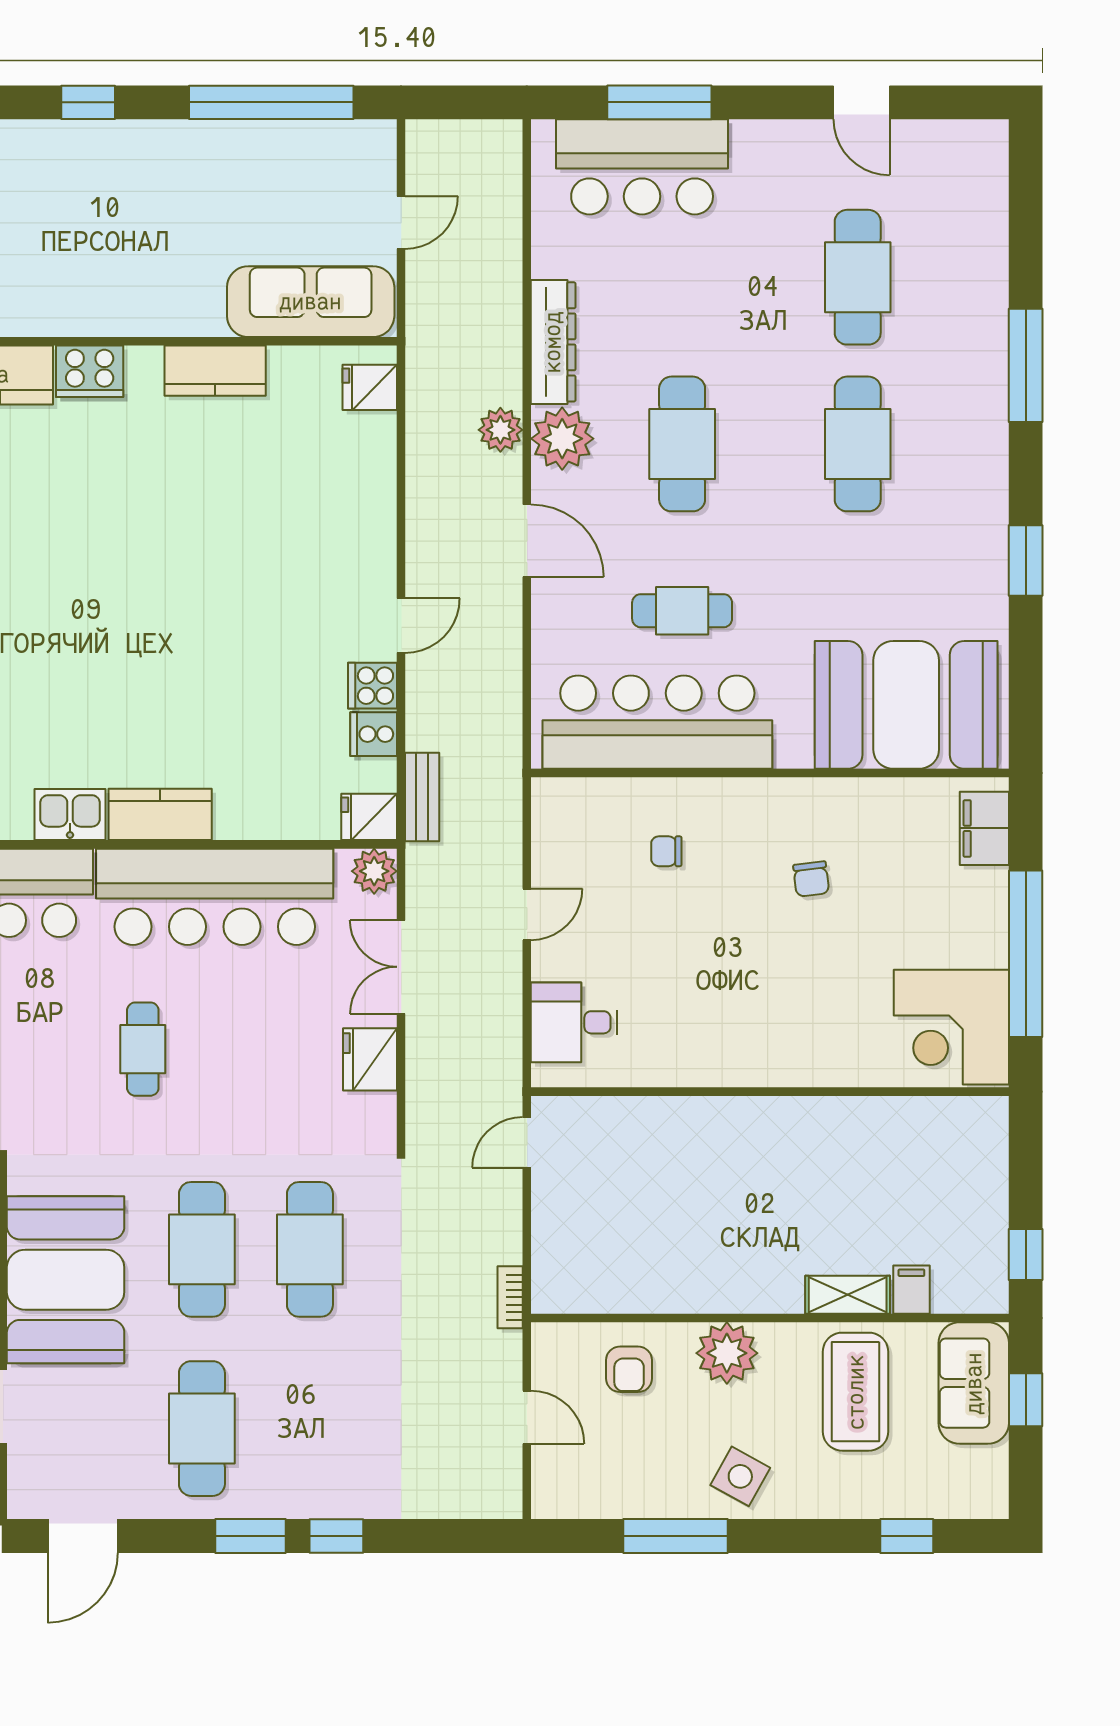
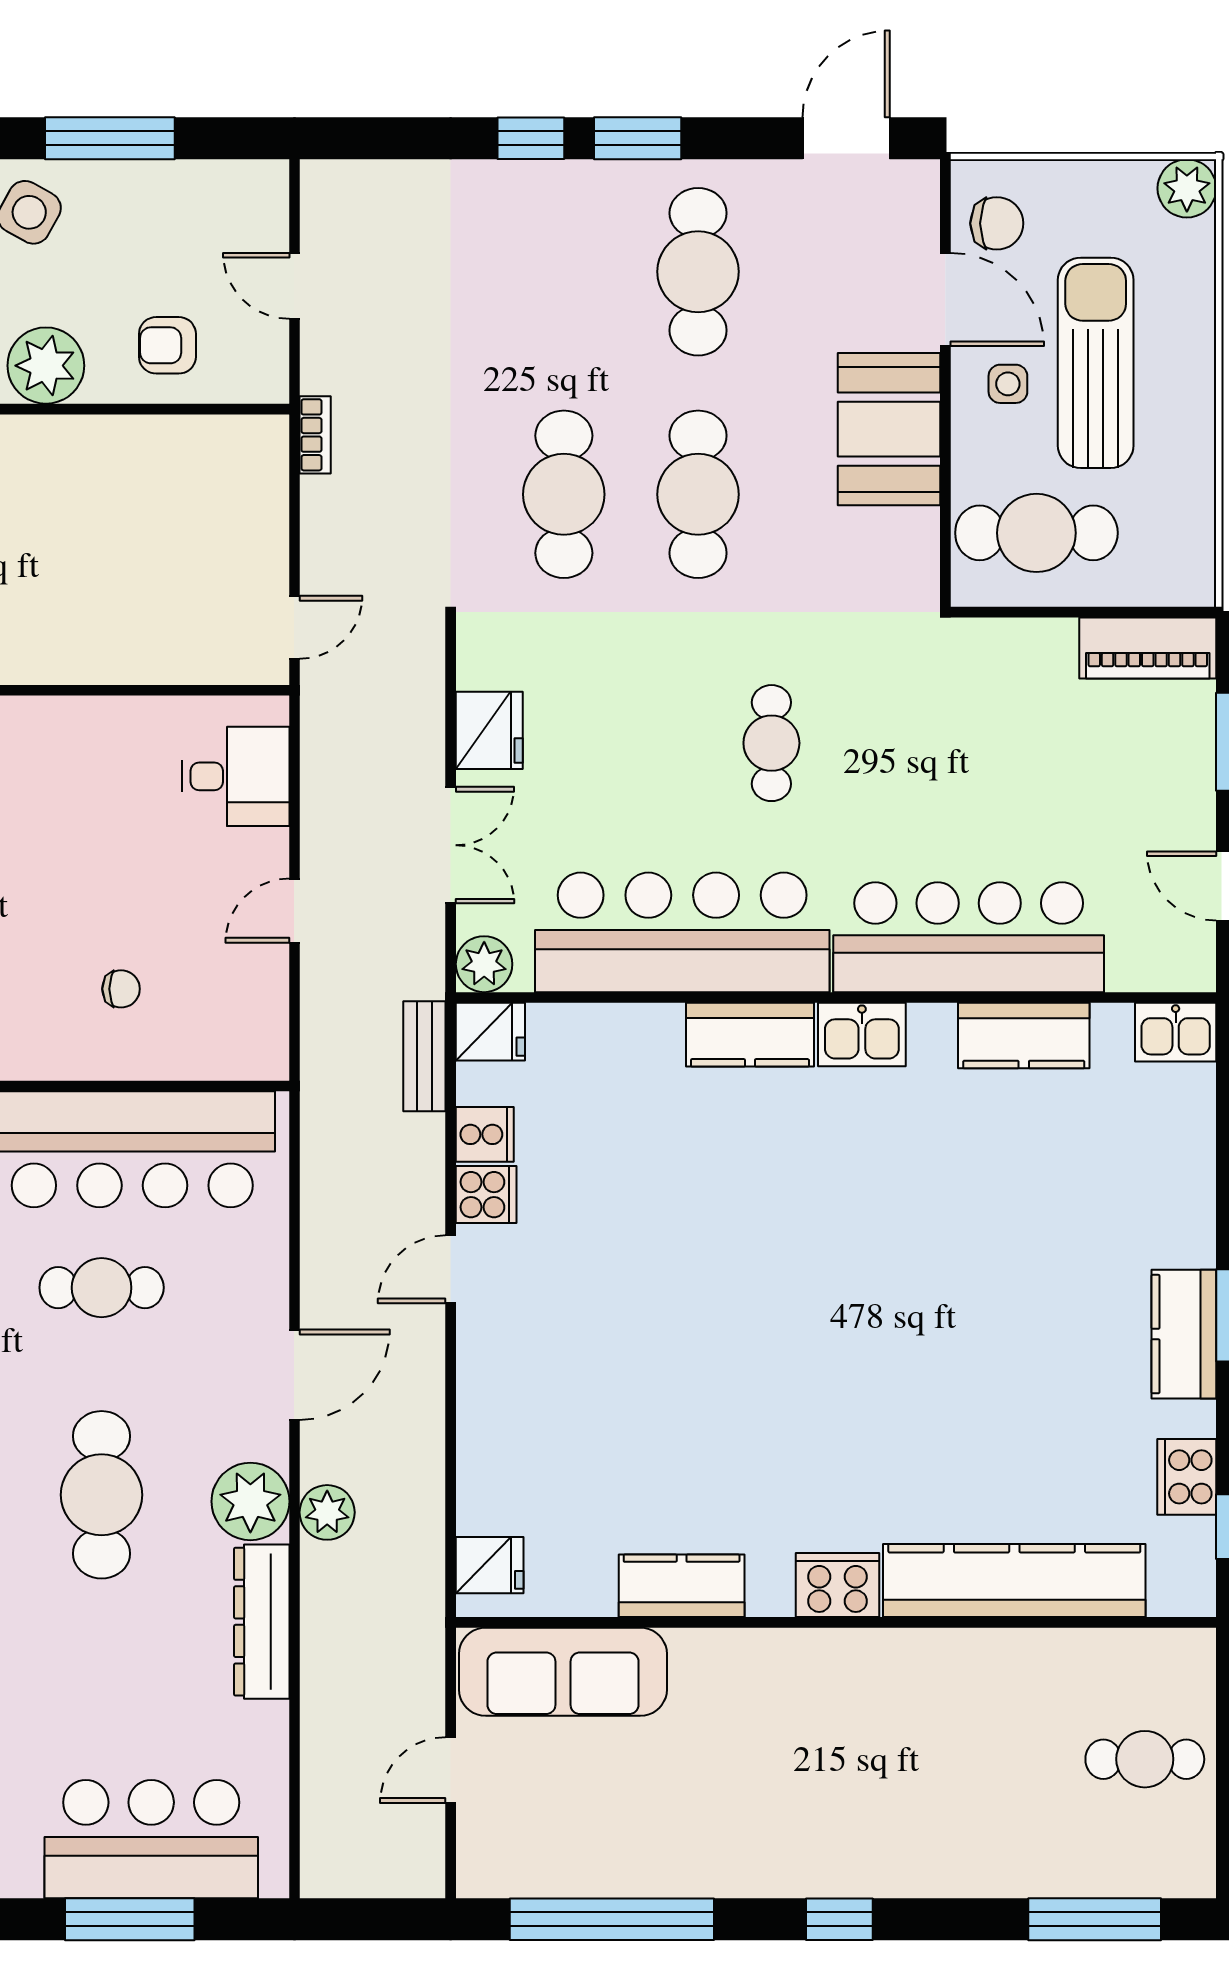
door: (527, 541) -> (294, 1375), swing flipped
booth: (66, 1280) -> (889, 429), width x0.73, depth x0.70
armchair: (629, 1369) -> (167, 345), turned -90

